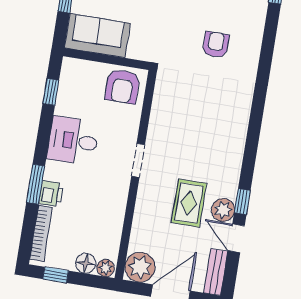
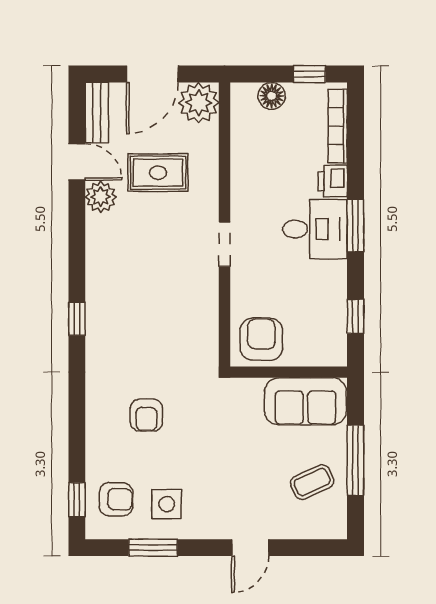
desk: (73, 141) -> (315, 229), moved
window: (36, 184) -> (355, 226), moved
window: (242, 202) -> (77, 319), moved
rug: (189, 203) -> (158, 173), moved, turned 90
plant: (106, 268) -> (244, 94), removed

